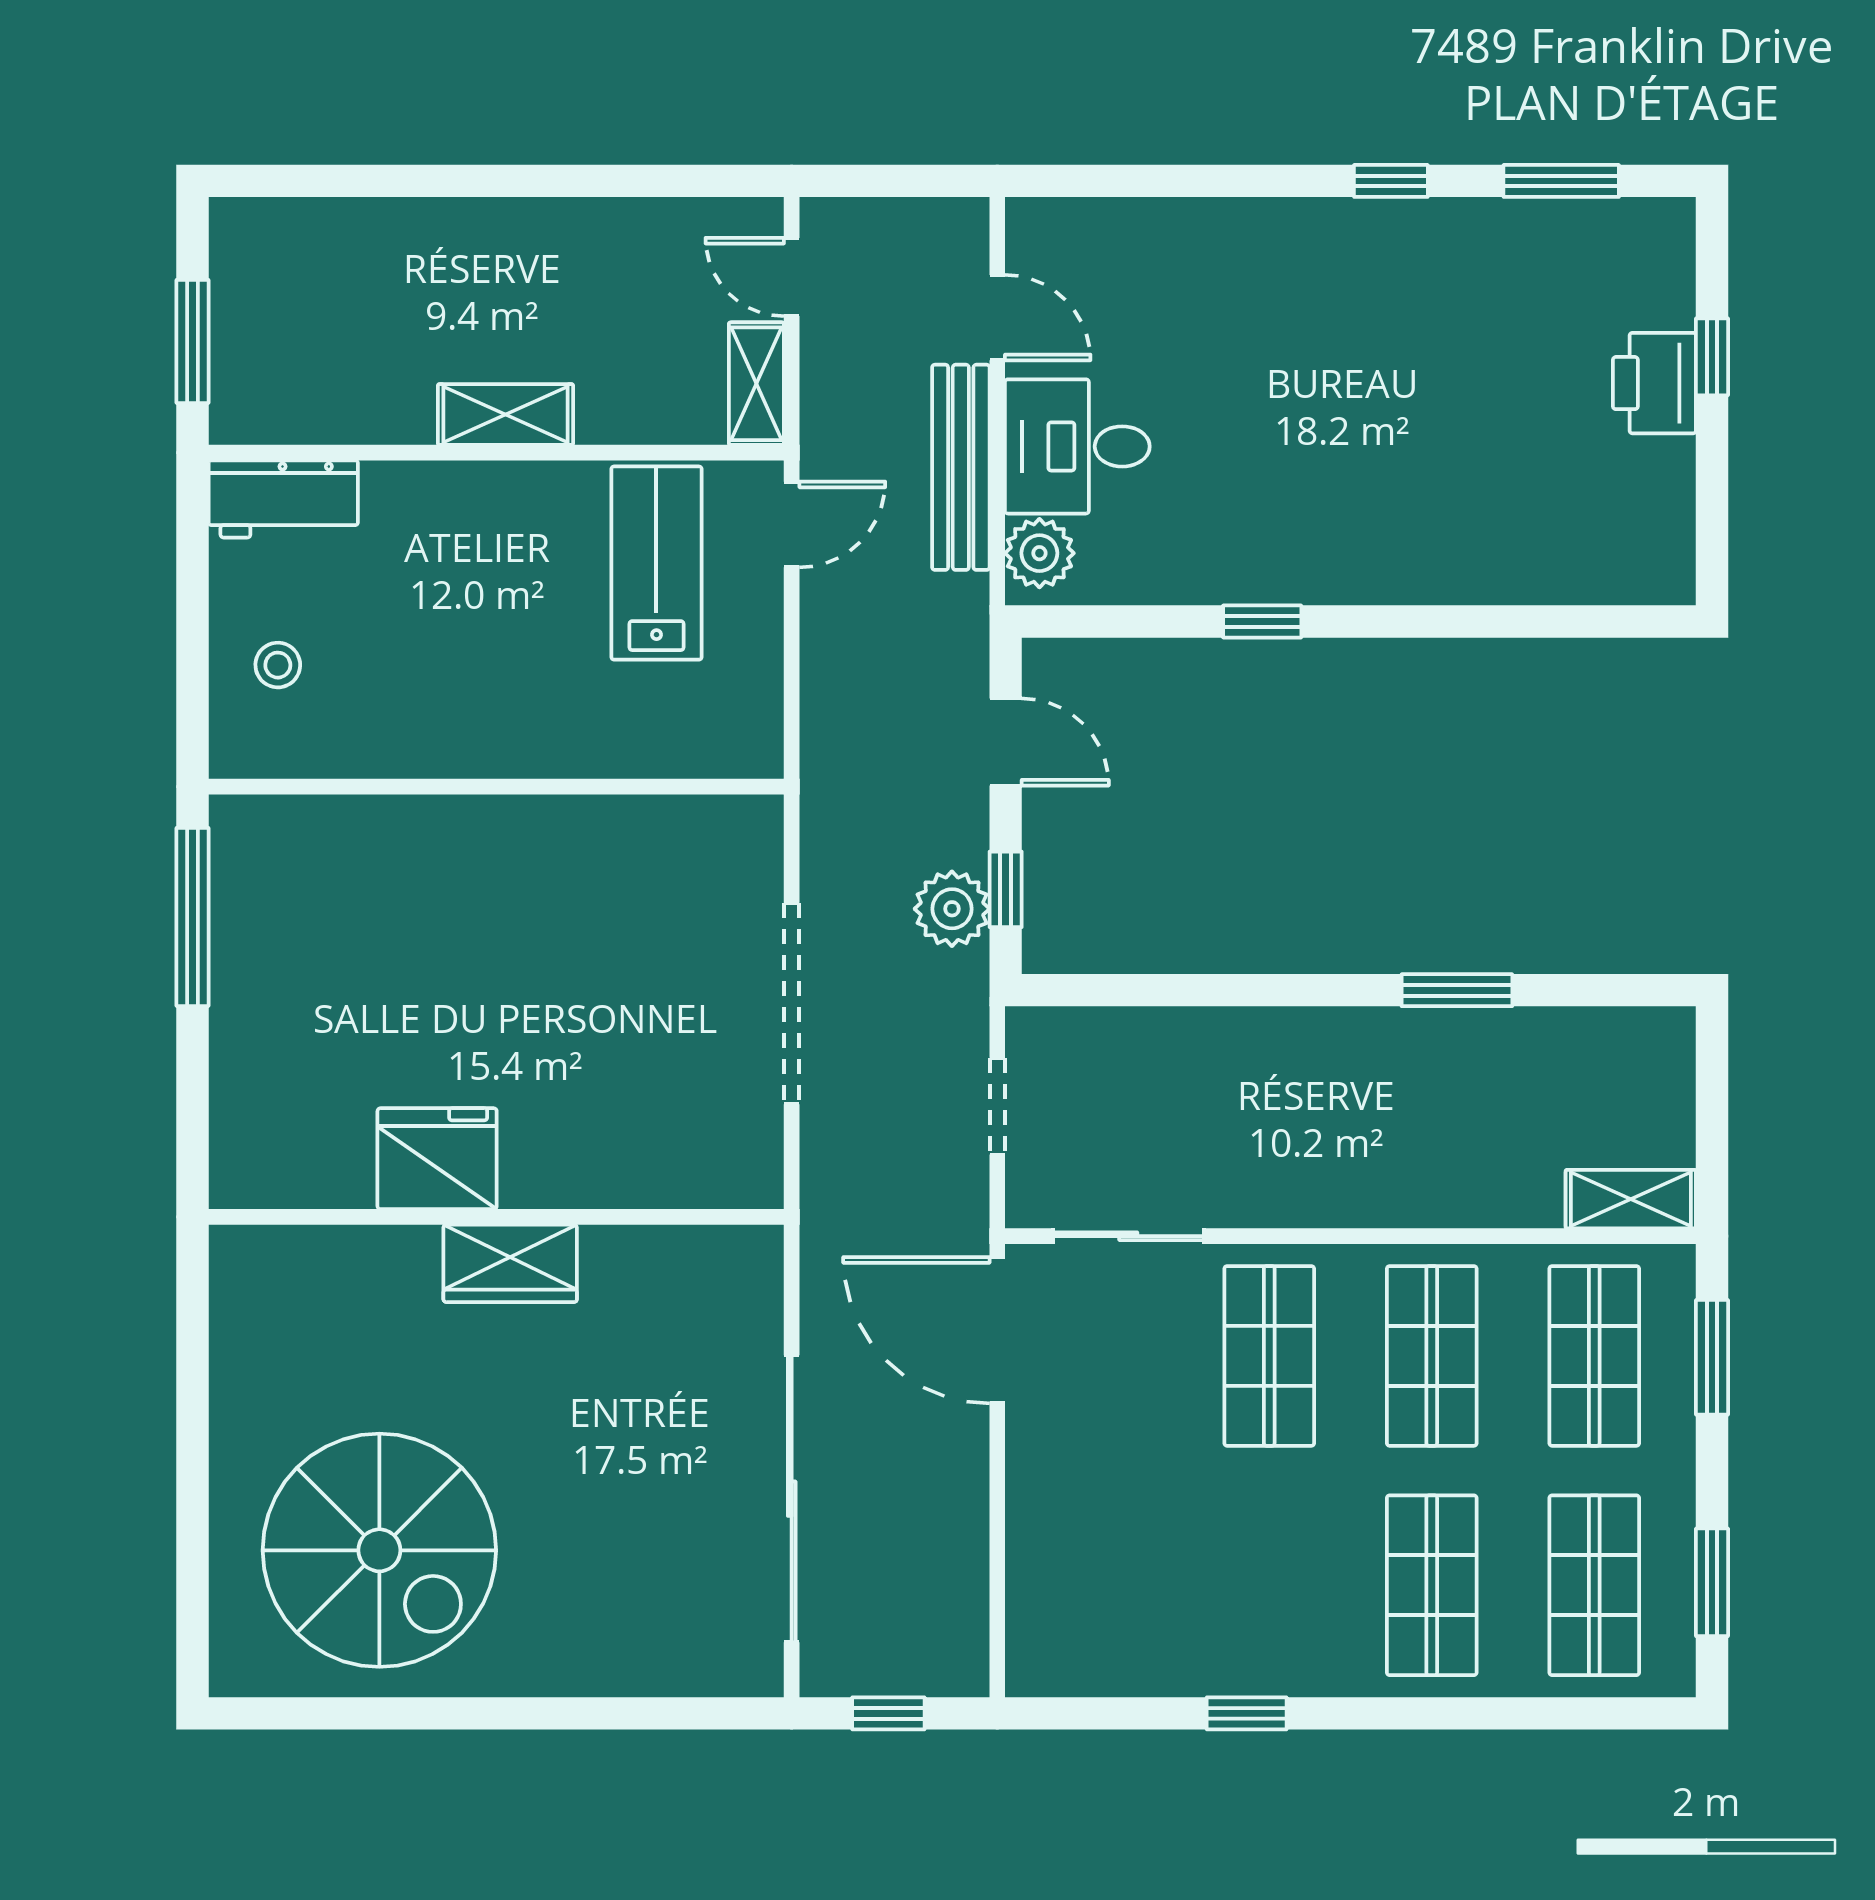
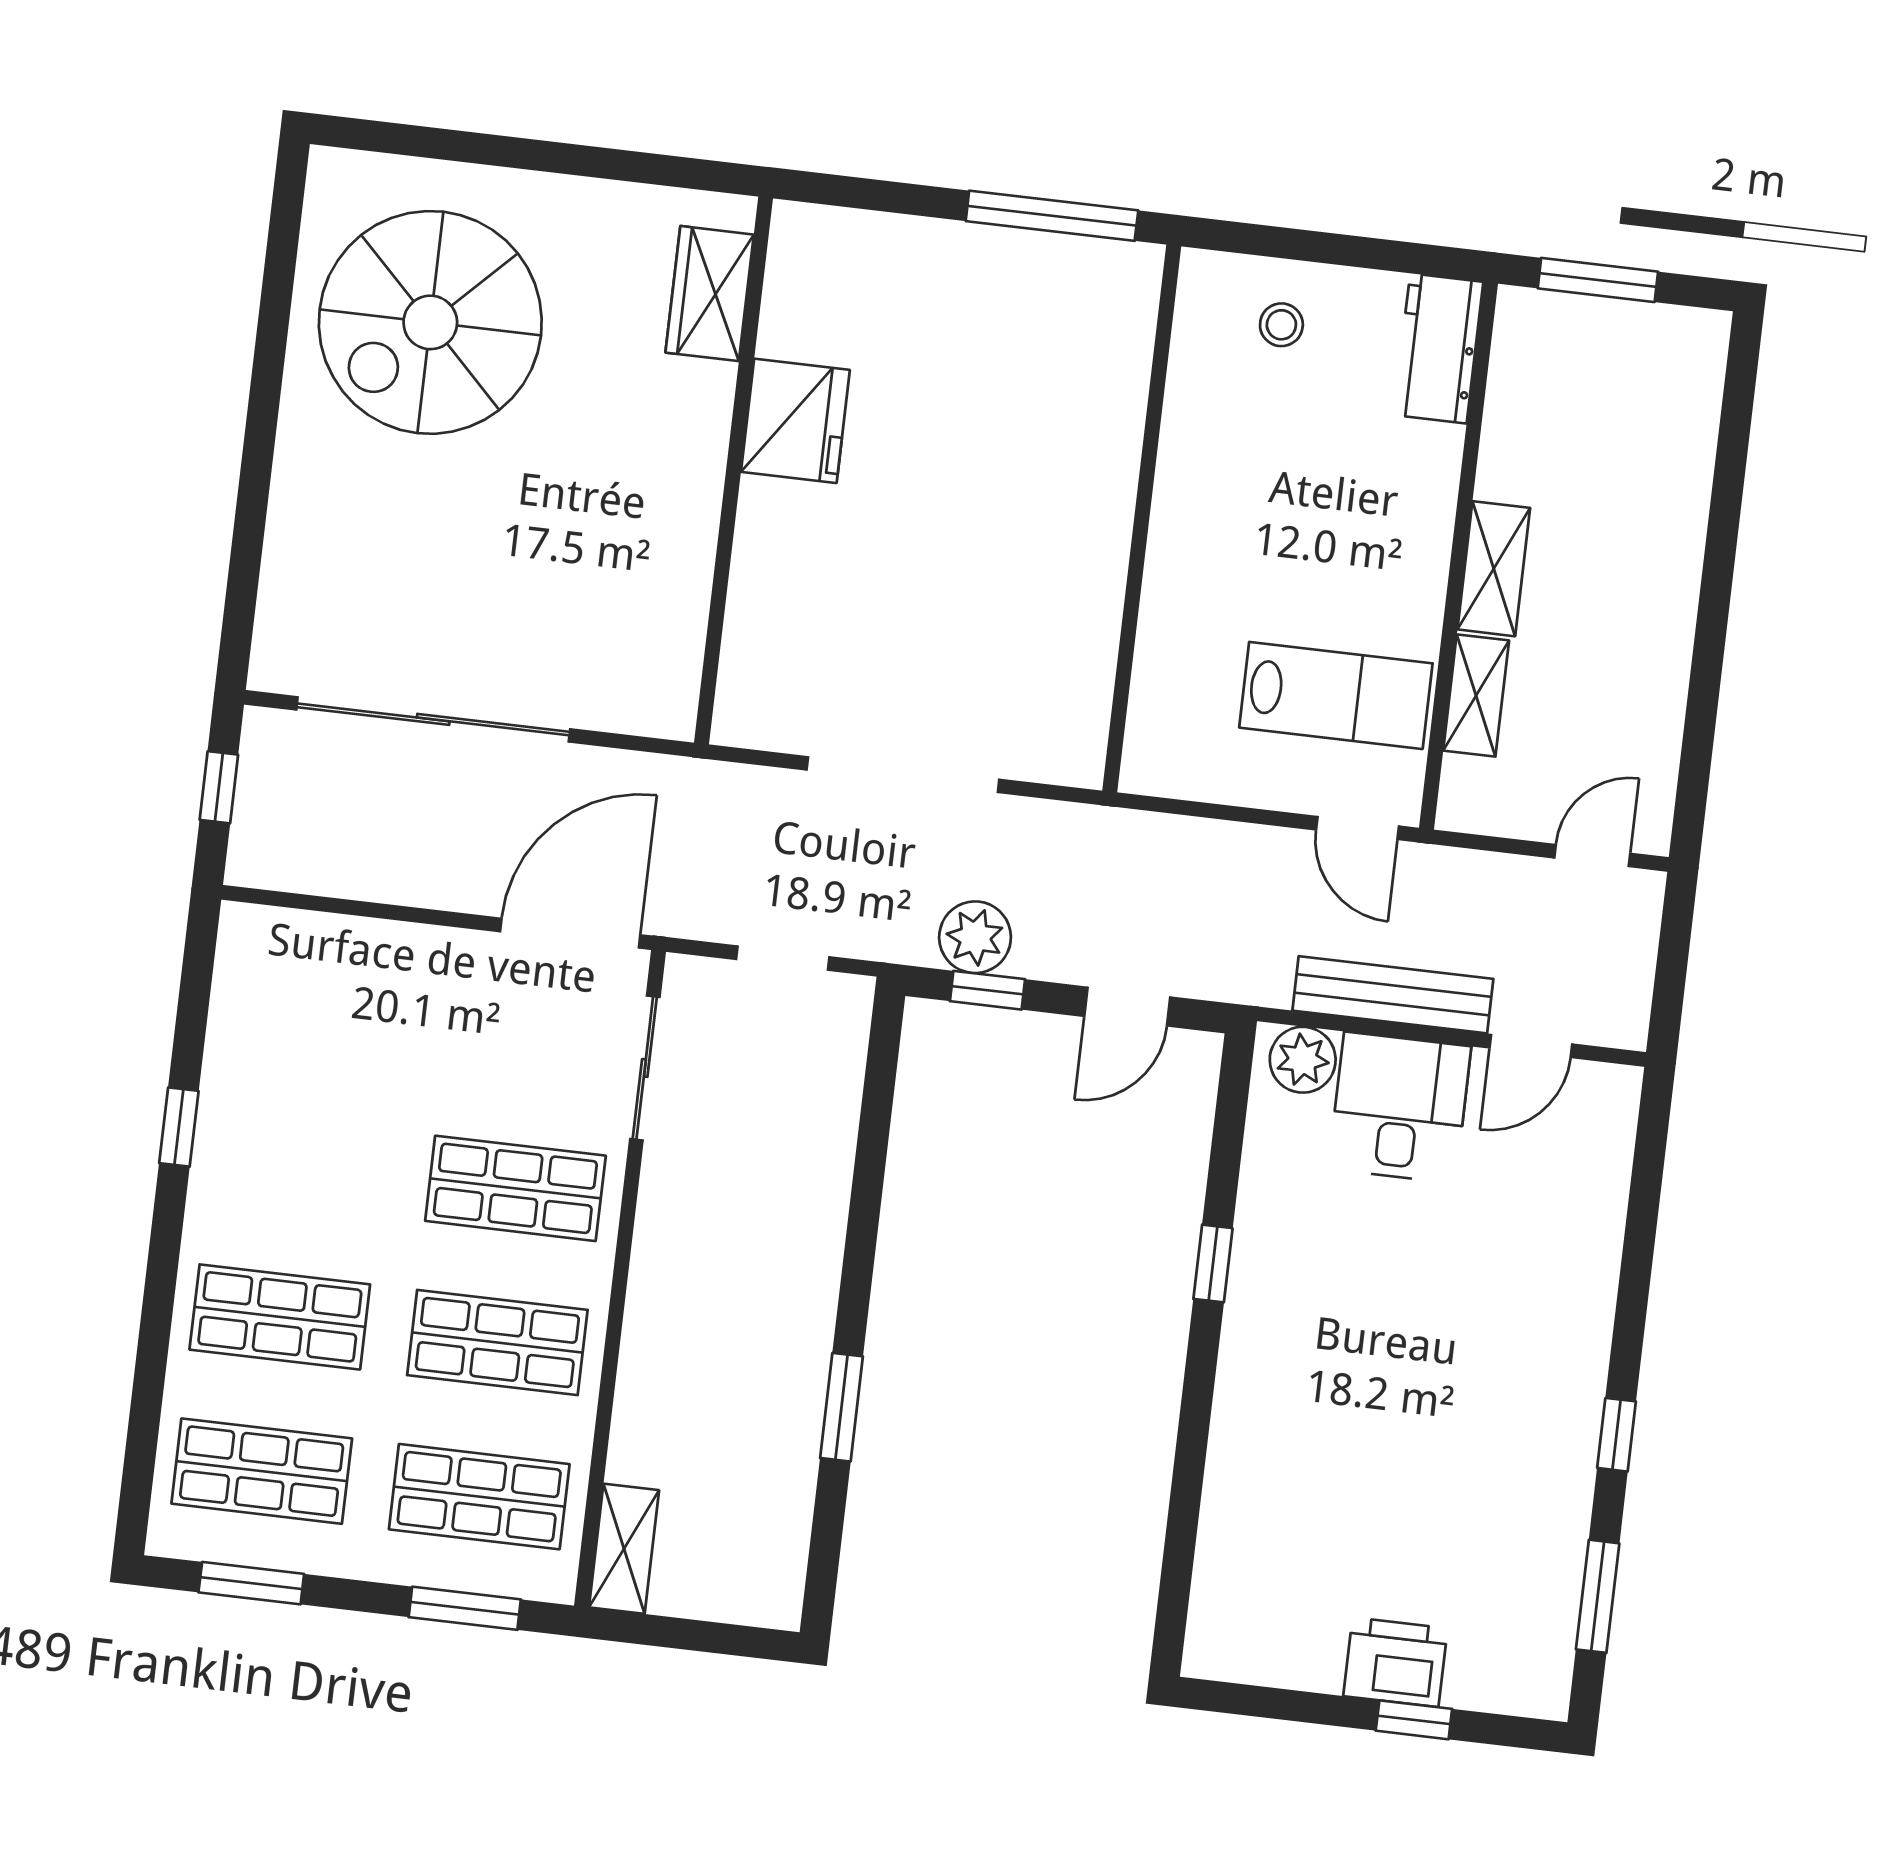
shelving: (756, 384) -> (1476, 696), moved, turned 90
wardrobe: (510, 1263) -> (710, 294), moved

